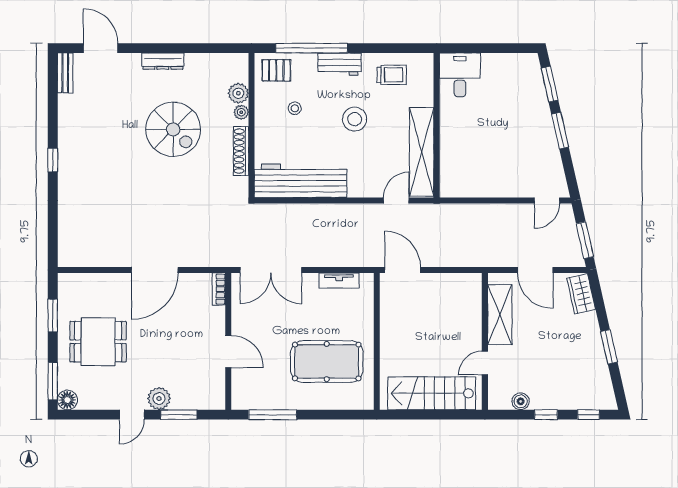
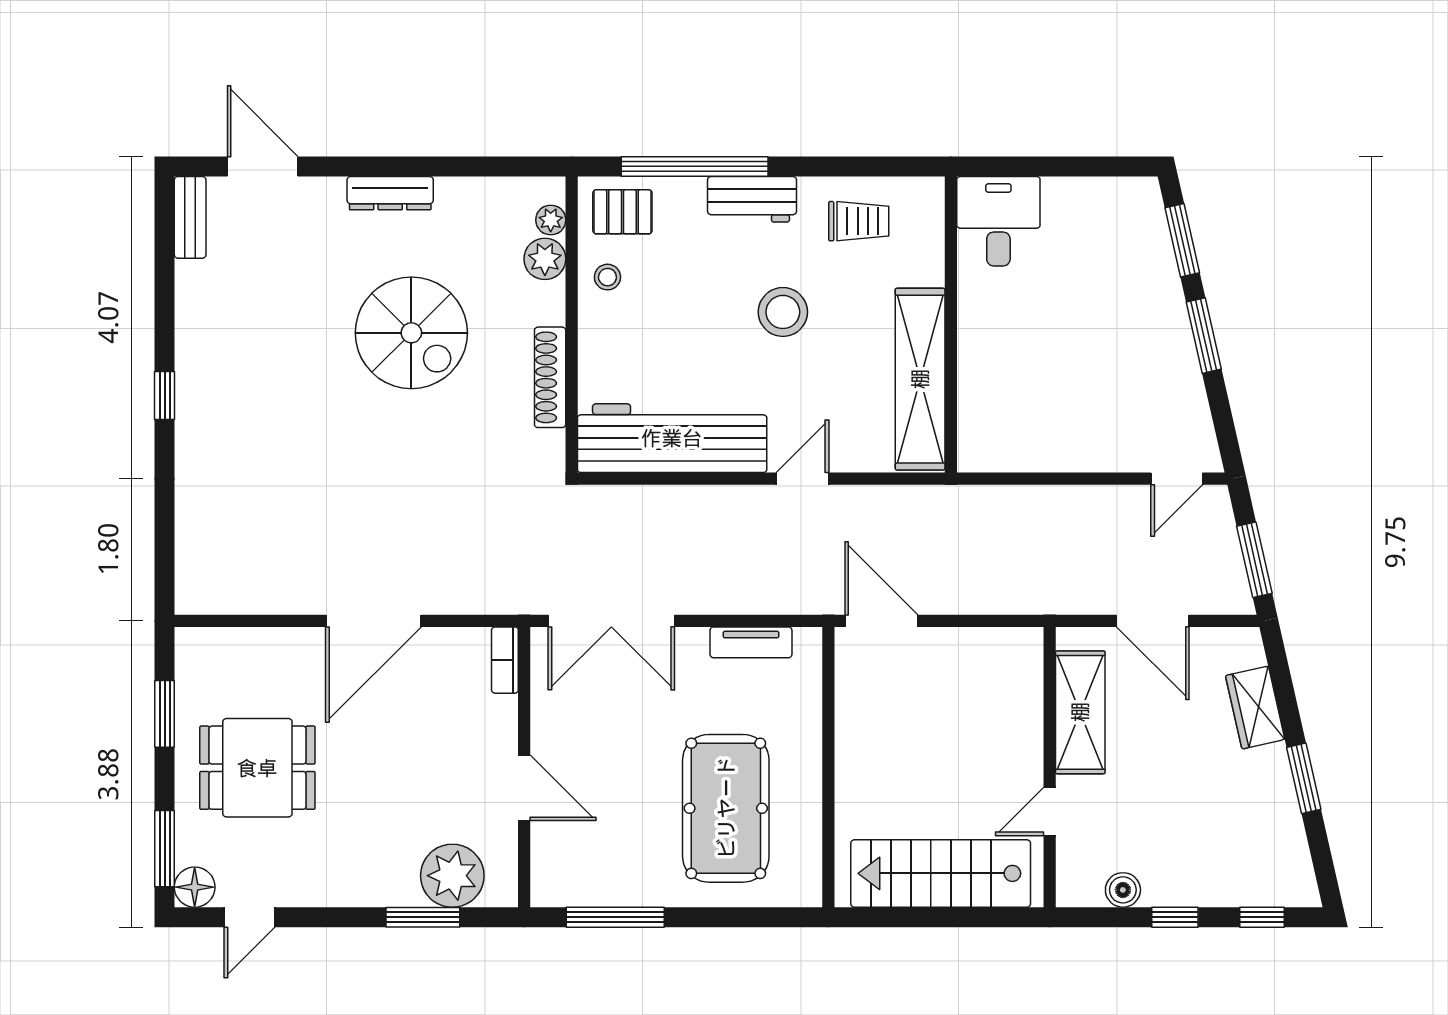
stool: (295, 108) -> (607, 277), moved
plant: (241, 112) -> (551, 220), moved
door: (396, 201) -> (802, 479), moved
wardrobe: (581, 294) -> (1255, 708), moved
pool table: (327, 361) -> (726, 808), turned 90
plant: (159, 399) -> (452, 876), moved, width x1.36, depth x1.36
door: (132, 415) -> (250, 917), moved

